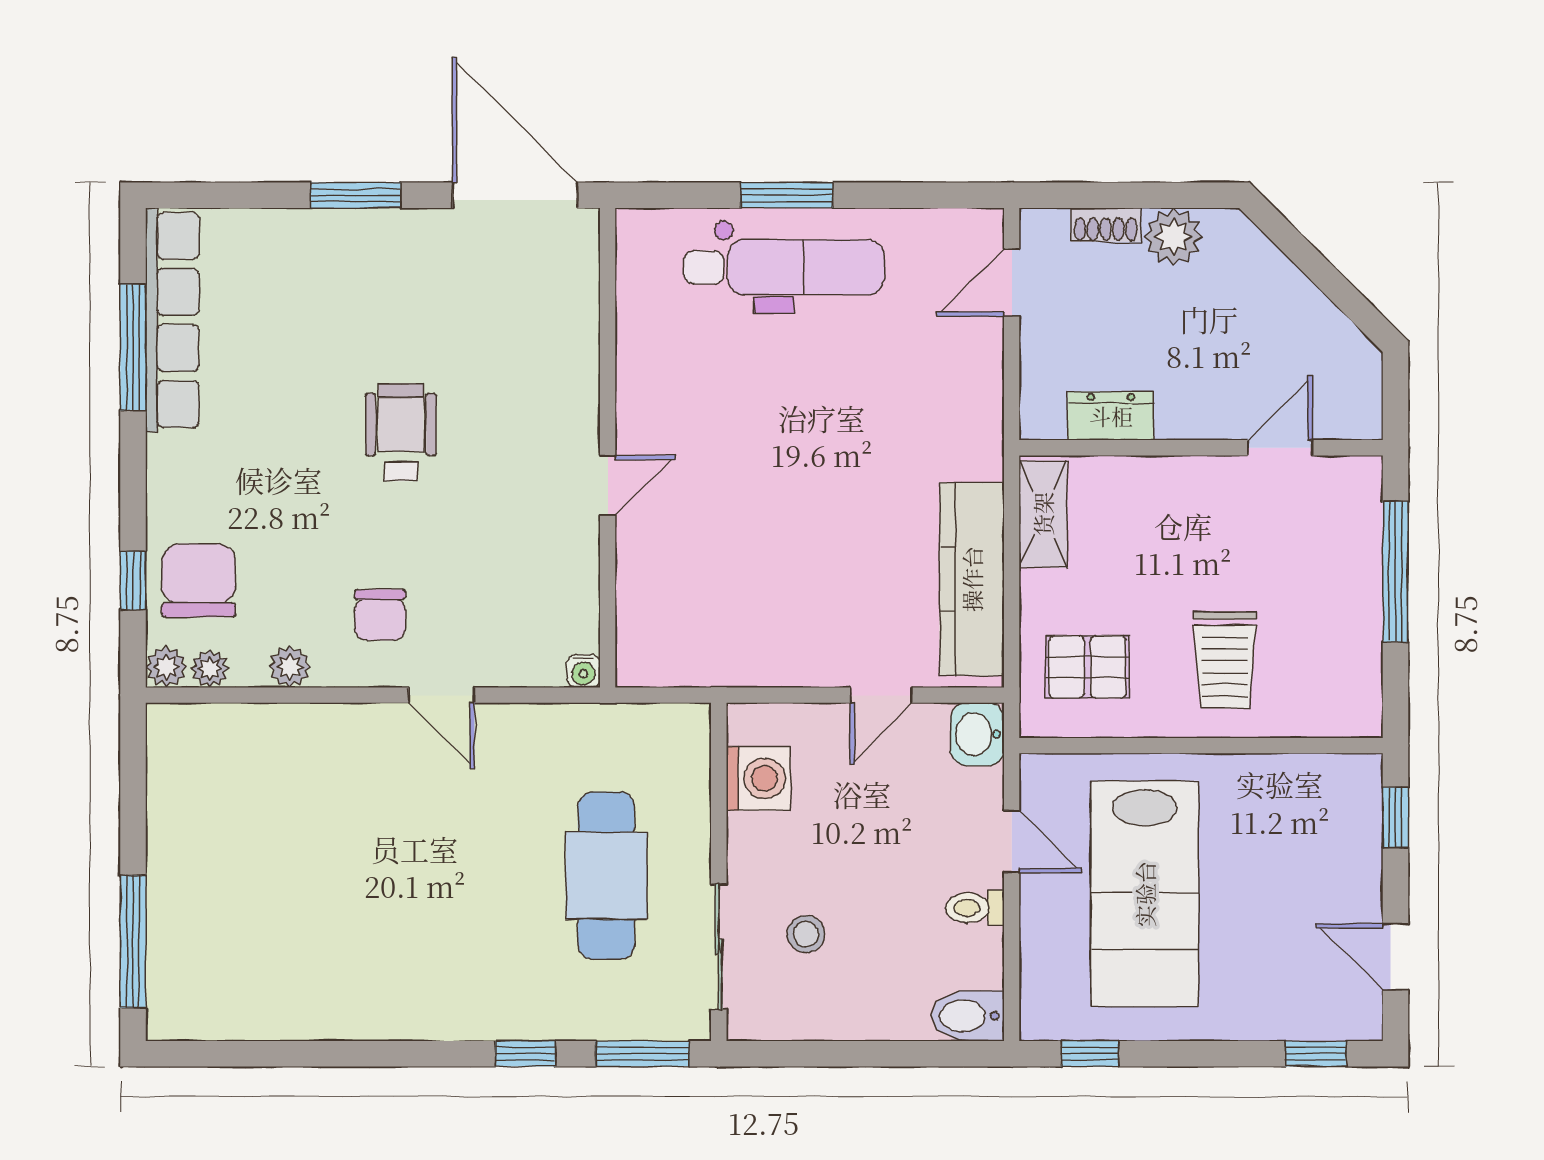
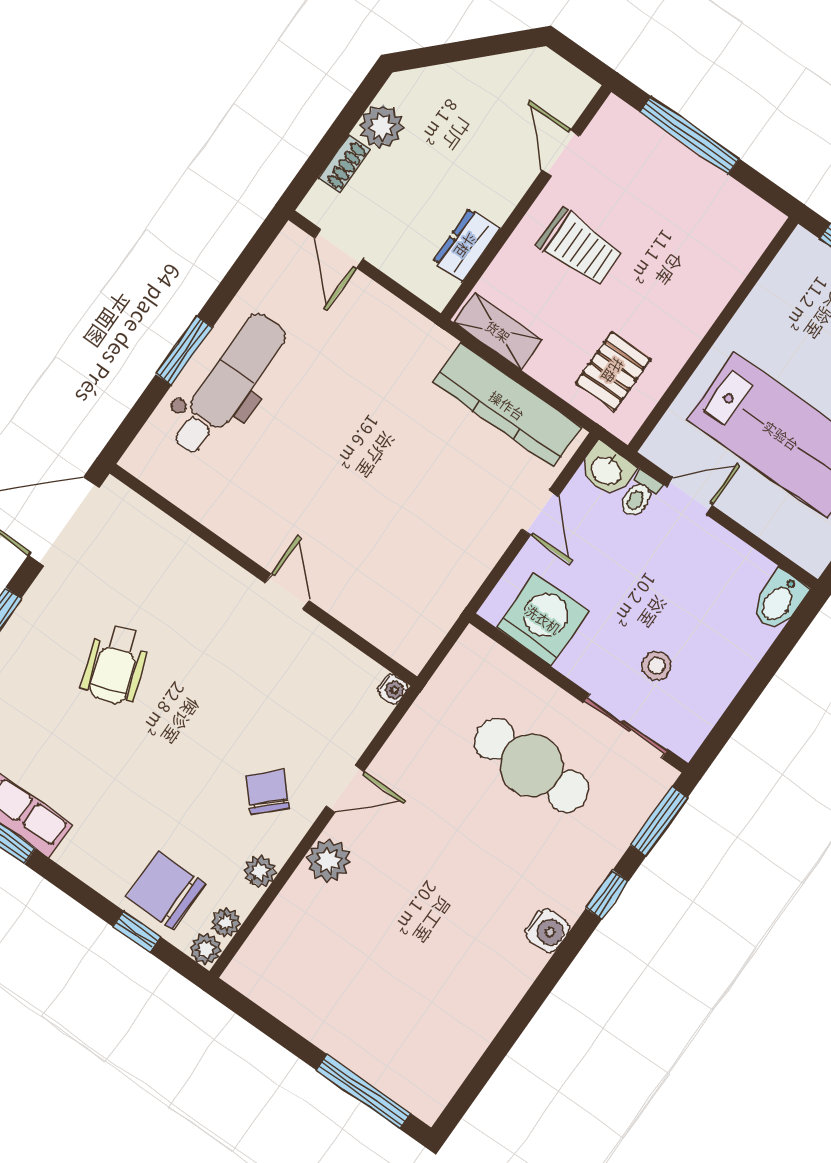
wheelchair: (401, 432) -> (115, 664), moved, turned -110
chair: (380, 615) -> (267, 792), turned -134
trolley: (1225, 660) -> (579, 247), moved
plant: (352, 731) -> (328, 861), added
washing machine: (758, 778) -> (543, 619), width x1.37, depth x1.37
toilet: (975, 908) -> (639, 495), moved
water cooler: (443, 1017) -> (548, 930), added

